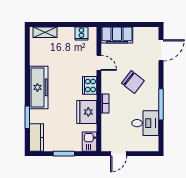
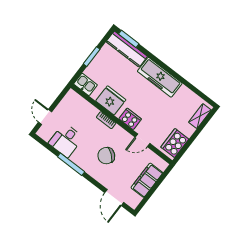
cooker: (81, 34) -> (175, 143), width x1.87, depth x1.31
filing cabinet: (117, 35) -> (147, 180), moved
window: (27, 117) -> (129, 39), moved
kitchen counter: (37, 137) -> (127, 49), width x1.50
door: (119, 154) -> (45, 117), moved

